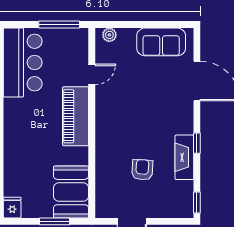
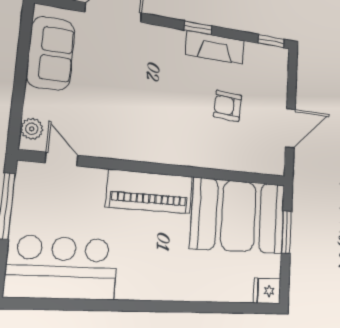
door: (92, 74) -> (61, 159), moved
booth: (71, 192) -> (238, 216), width x1.36, depth x1.42

